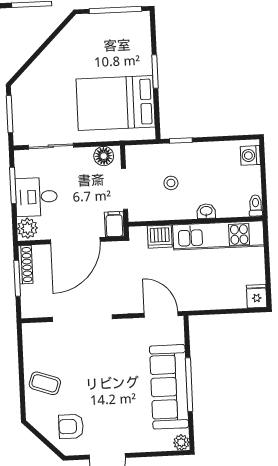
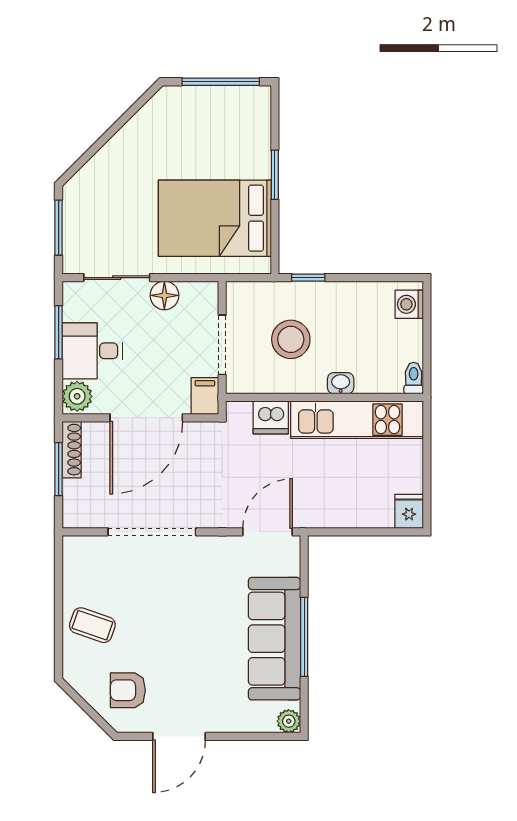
floor lamp: (104, 156) -> (164, 295), moved
stool: (171, 183) -> (291, 339), width x1.89, depth x1.89
door: (161, 314) -> (268, 532), hinge flipped

